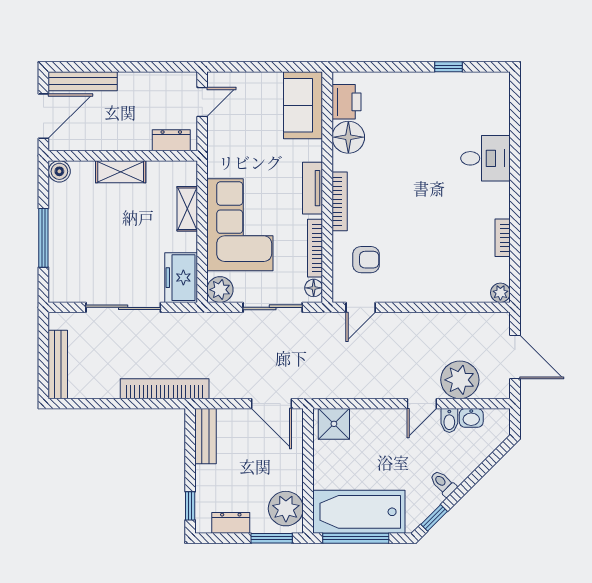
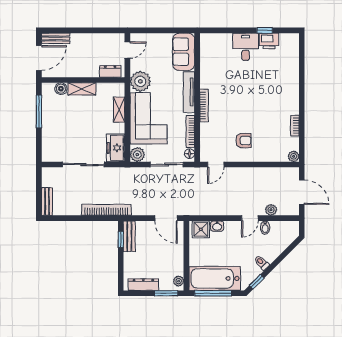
bench: (83, 81) -> (56, 38), width x0.73
printer: (346, 102) -> (269, 41), moved, turned 90
floor lamp: (348, 137) -> (209, 70), removed
plant: (225, 158) -> (140, 81), added
desk: (486, 158) -> (246, 47), moved, turned -90
boiler: (59, 171) -> (61, 89), moved
tv unit: (313, 188) -> (189, 92), width x1.41
window: (43, 238) -> (39, 111), moved
armchair: (366, 260) -> (243, 140), moved
bench: (58, 364) -> (47, 201), width x0.73
plant: (460, 380) -> (271, 210), width x0.53, depth x0.53
washbasin: (471, 418) -> (217, 226), moved
window: (190, 506) -> (121, 239), moved
plant: (286, 509) -> (179, 281), width x0.53, depth x0.53
dresser: (231, 523) -> (143, 285), width x1.44

